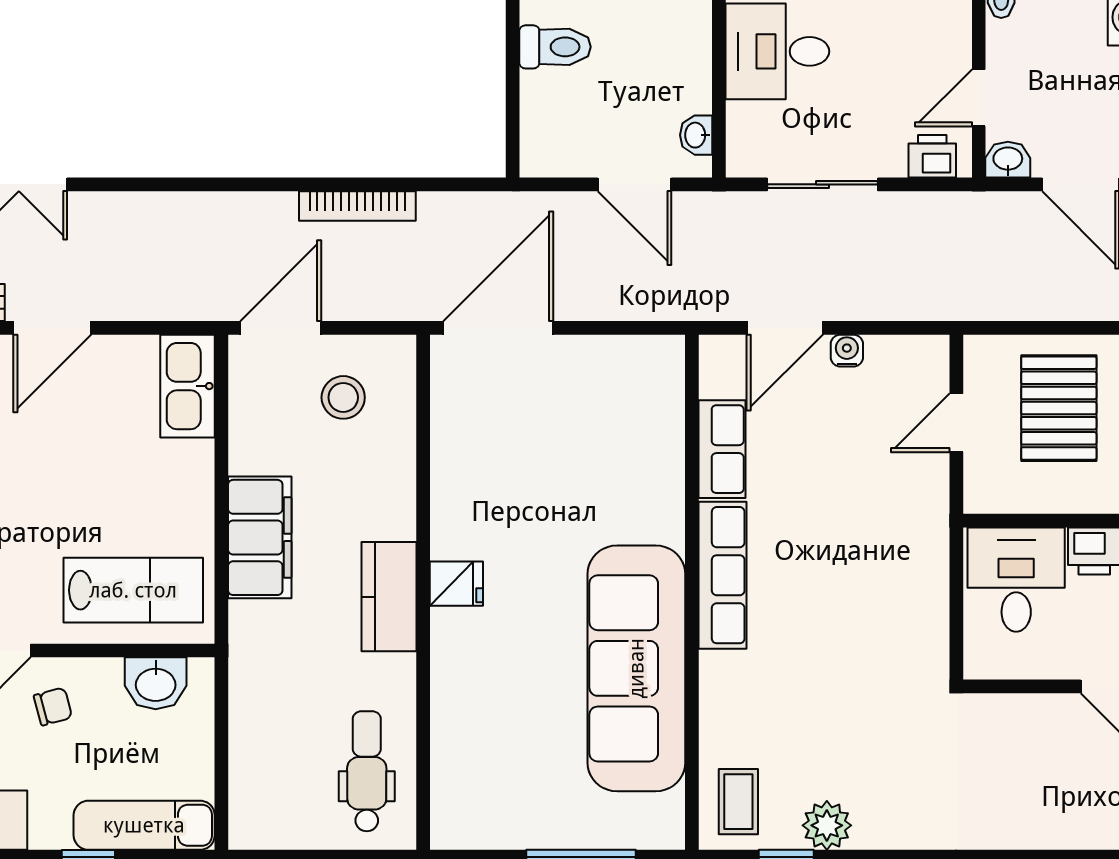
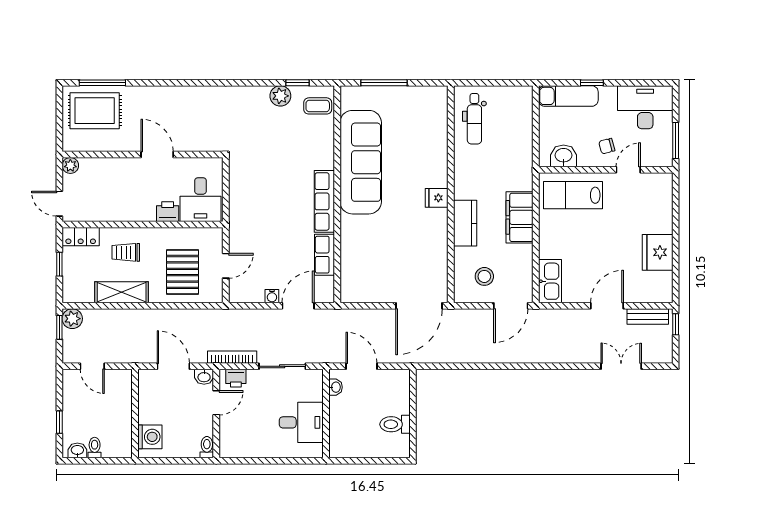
bookcase: (357, 206) -> (232, 357), moved
kitchen counter: (389, 597) -> (465, 223), moved
coffee table: (738, 802) -> (318, 106), turned 90

